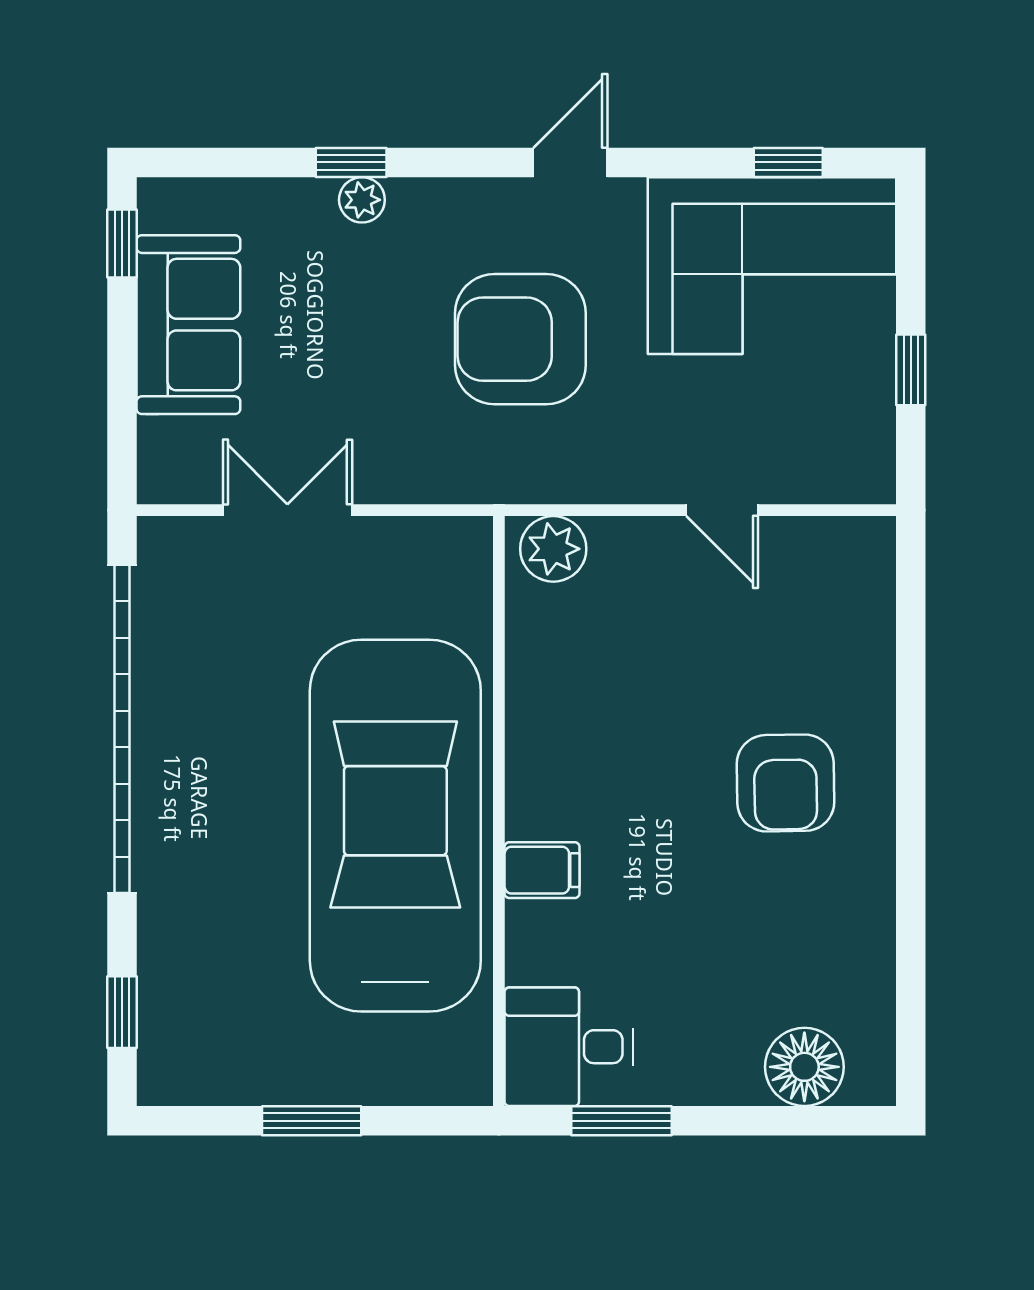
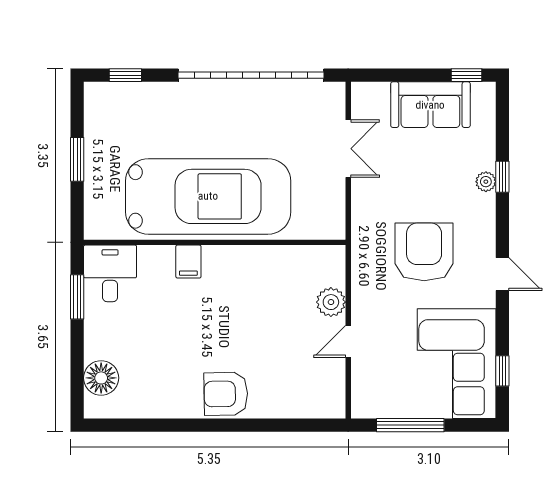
window: (911, 370) -> (410, 425), width x2.17
plant: (553, 549) -> (331, 302), moved
armchair: (785, 783) -> (226, 394), moved

